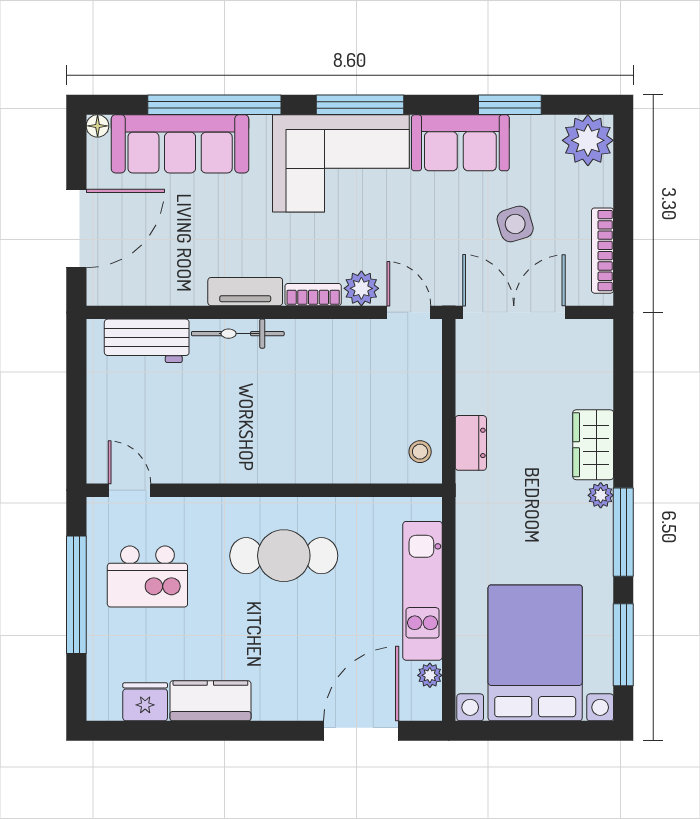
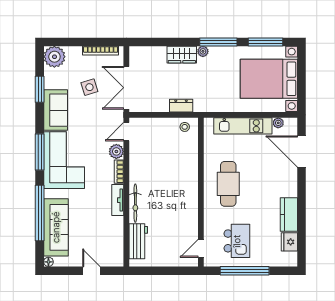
door: (76, 229) -> (91, 271), width x0.53

